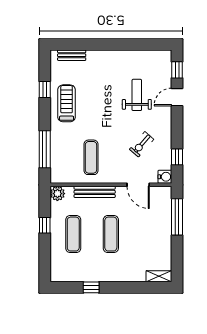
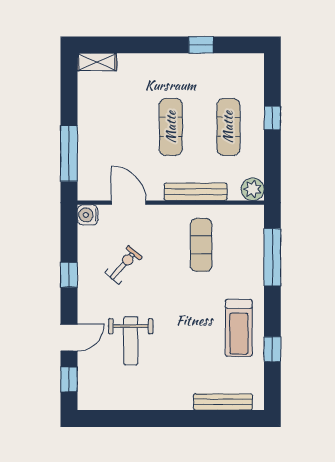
bench: (72, 55) -> (223, 402), width x1.36
window: (177, 157) -> (69, 275), moved
window: (45, 225) -> (272, 118), moved

